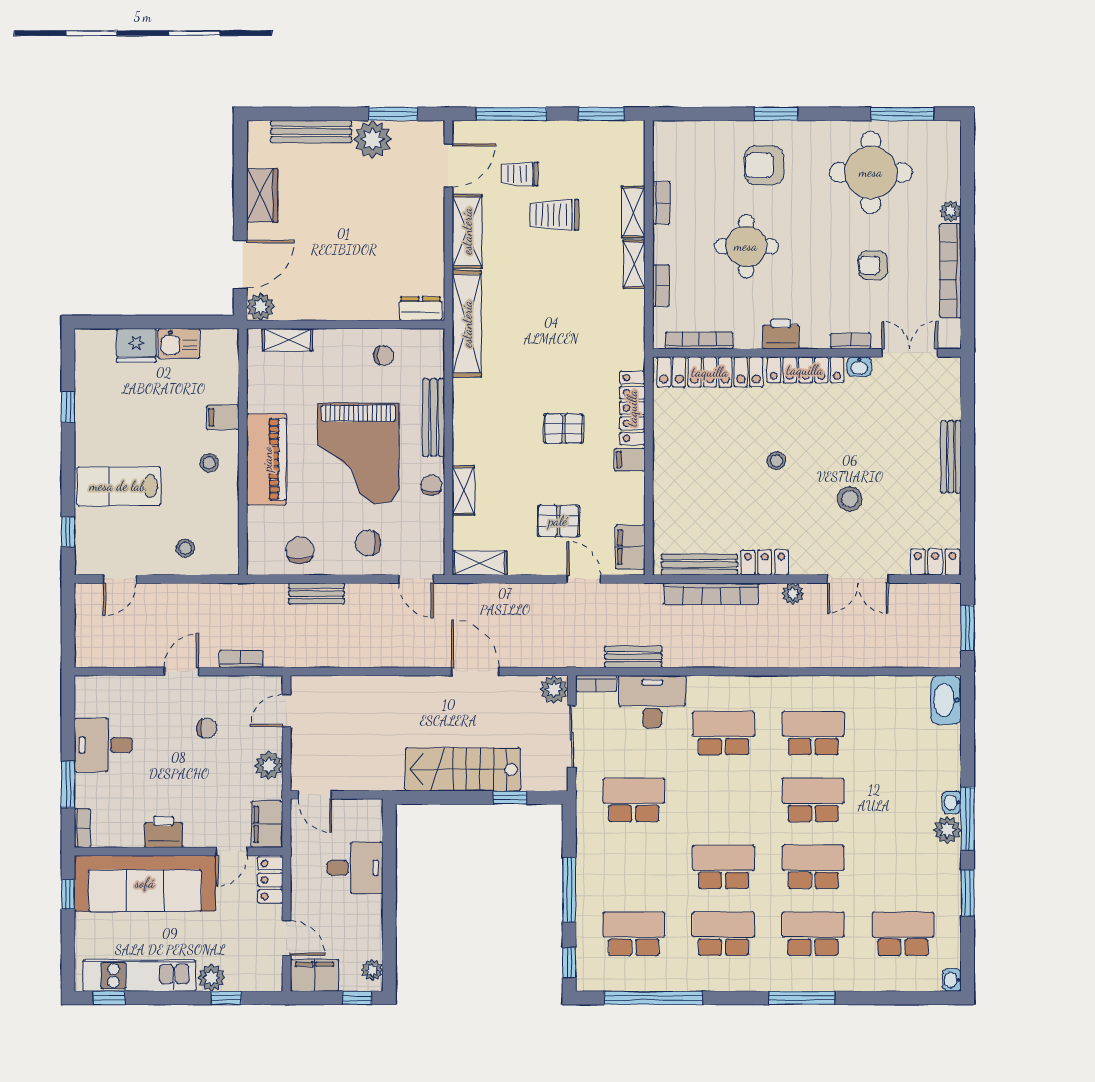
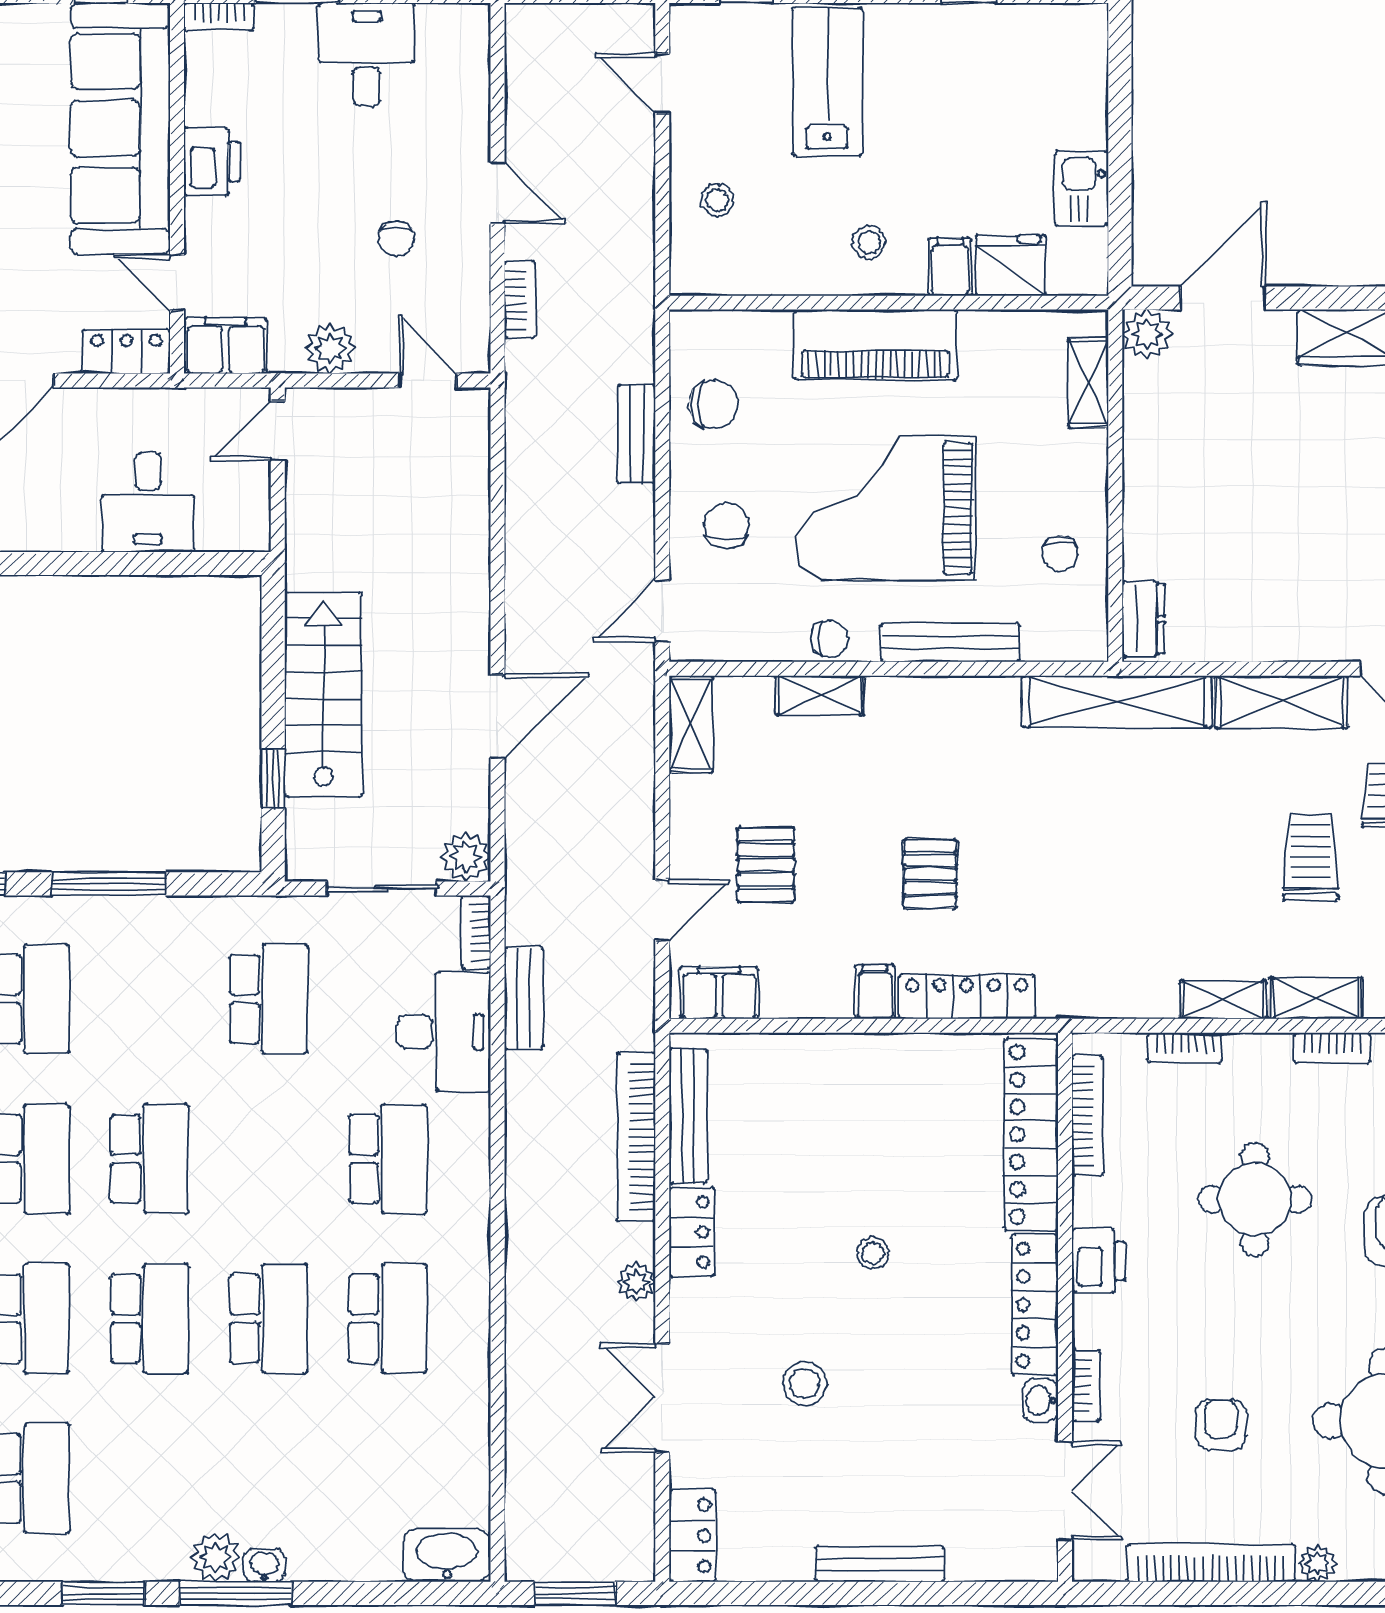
door: (240, 264) -> (1223, 298), swing flipped
fridge: (136, 345) -> (1011, 265), moved, turned 90

